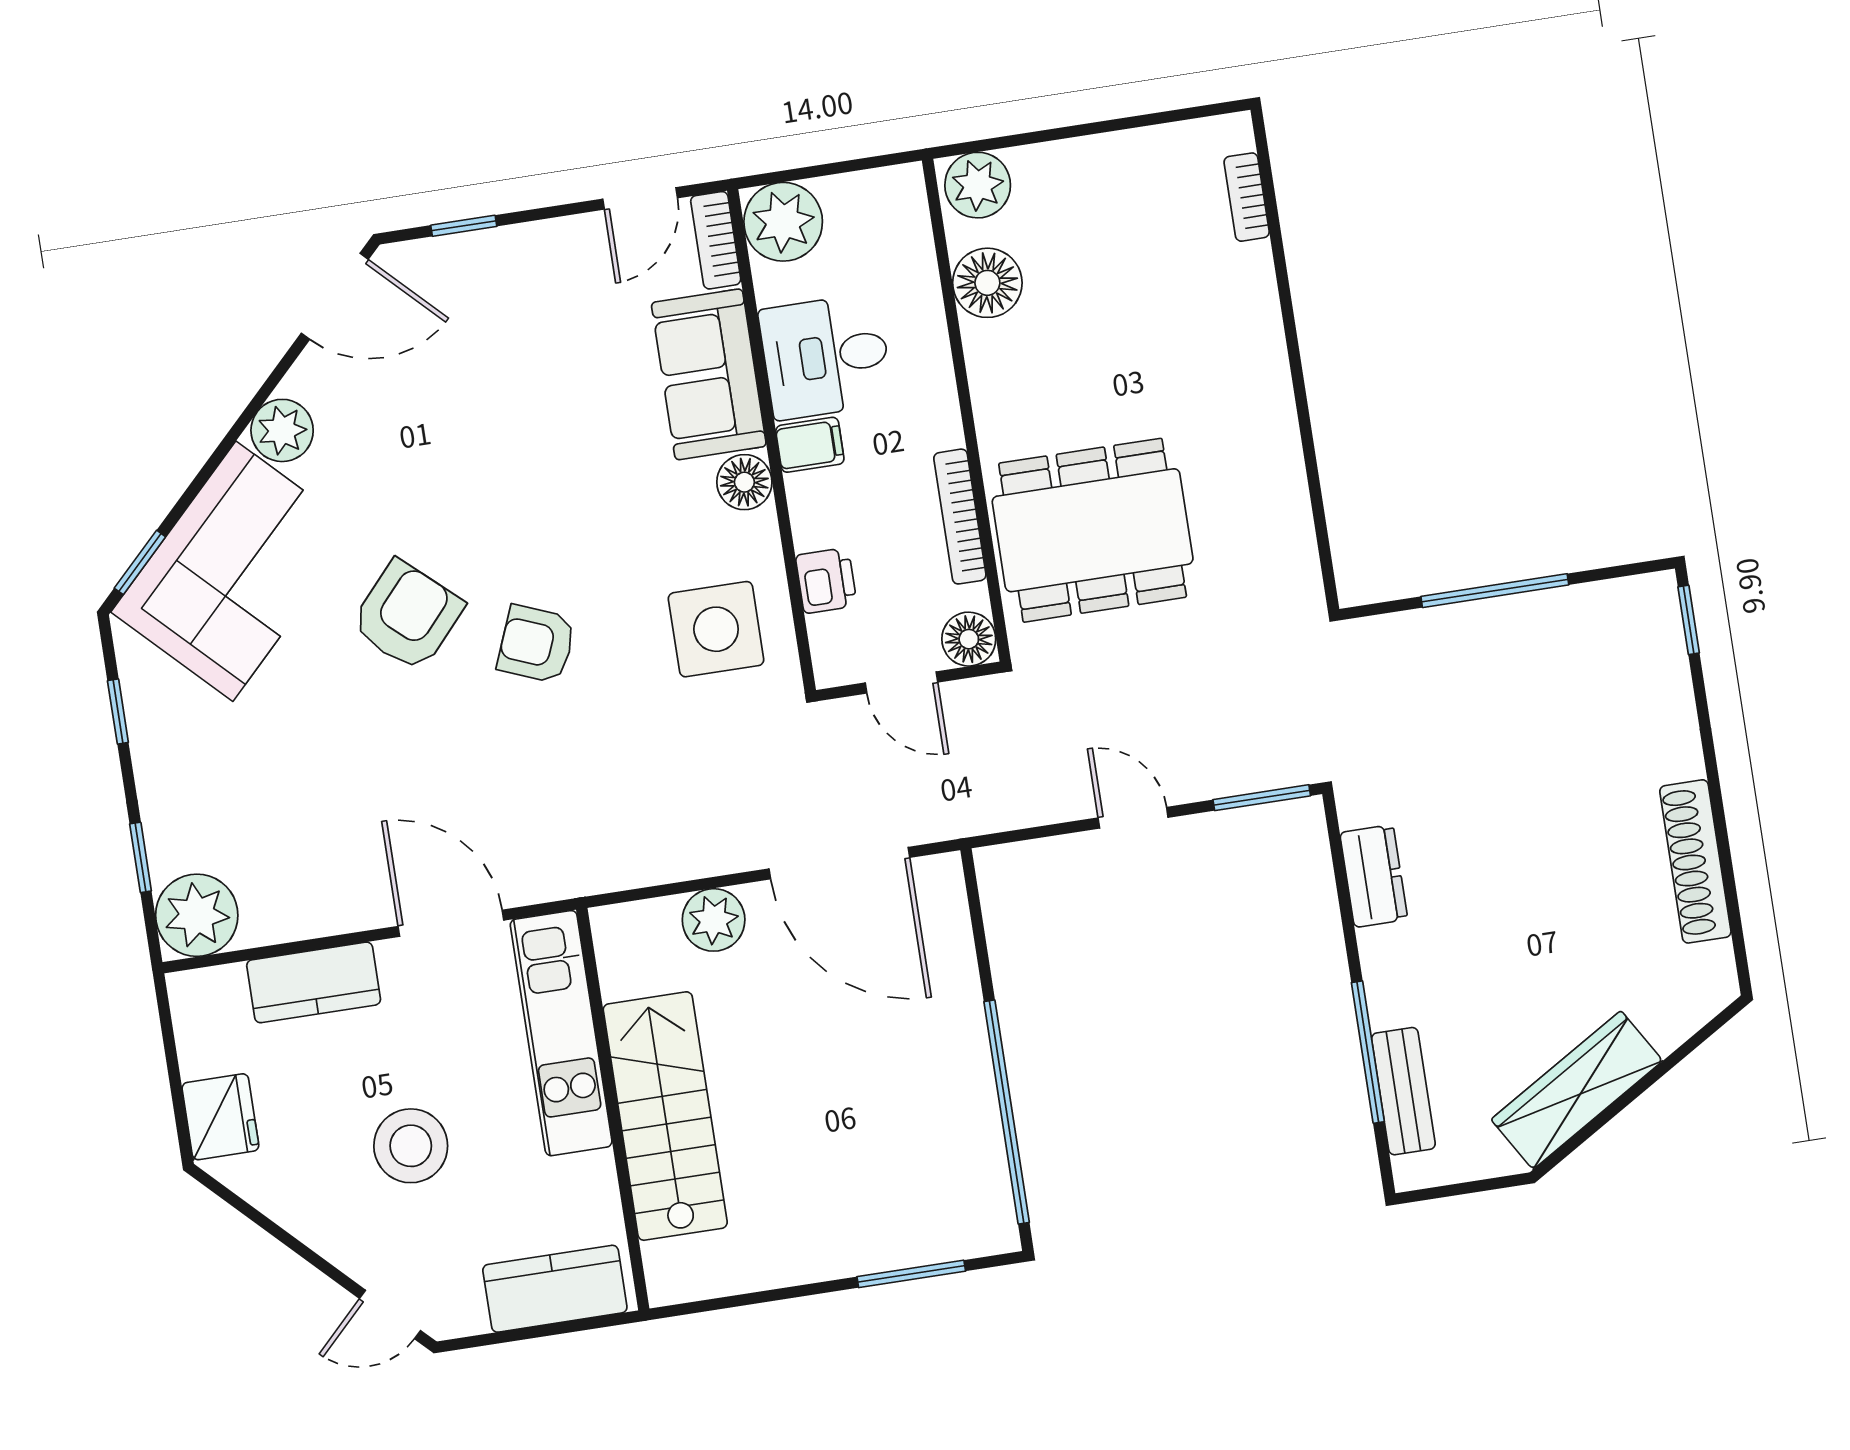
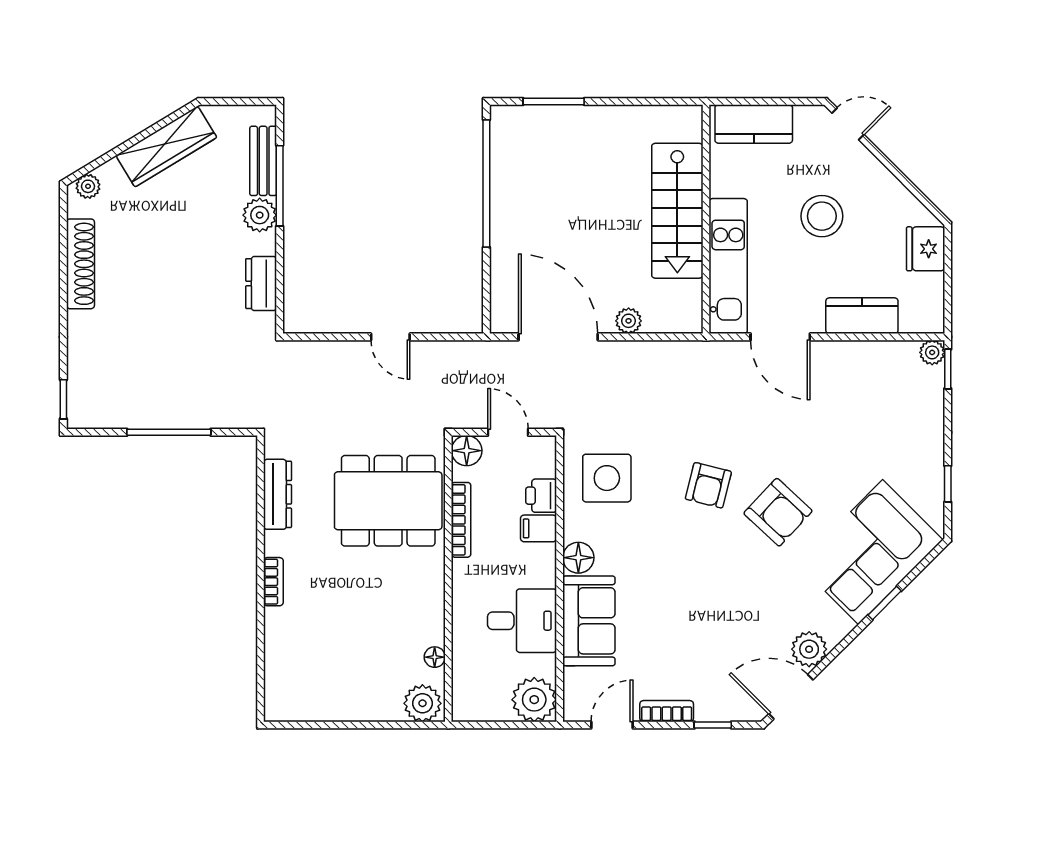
bookcase: (1247, 197) -> (273, 582), moved
bookcase: (716, 240) -> (667, 711), moved, turned -90
floor lamp: (987, 283) -> (435, 657), width x0.53, depth x0.53
plant: (282, 430) -> (809, 649), moved
filing cabinet: (810, 445) -> (539, 528), moved
dresser: (1288, 511) -> (278, 494), added
window: (140, 562) -> (885, 603), moved
armchair: (407, 616) -> (778, 512), turned -89
armchair: (536, 644) -> (708, 485), turned 82
window: (1262, 798) -> (317, 337), removed
window: (141, 857) -> (948, 369), moved
plant: (197, 915) -> (932, 352), width x0.53, depth x0.53
plant: (714, 920) -> (629, 321), width x0.73, depth x0.73
plant: (1395, 995) -> (260, 215), added
plant: (1703, 999) -> (88, 186), added

